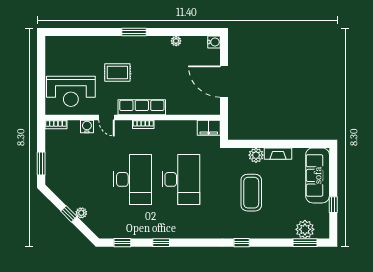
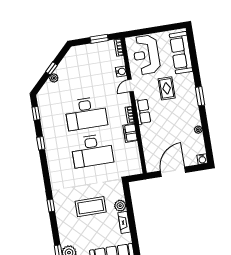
sofa: (75, 47) -> (181, 53), added
row of seats: (142, 107) -> (143, 112), width x0.68
filing cabinet: (209, 128) -> (130, 133), moved
window: (41, 164) -> (99, 39), moved

